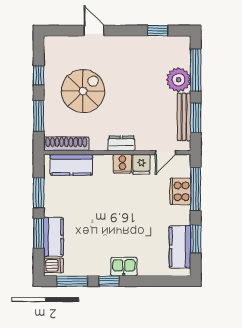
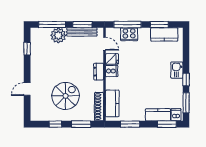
spiral stairs: (83, 91) -> (66, 96), turned 90
window: (39, 233) -> (167, 124), moved

